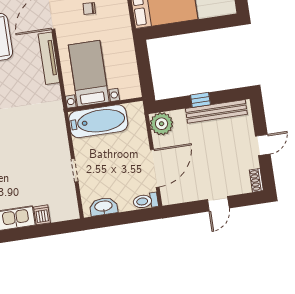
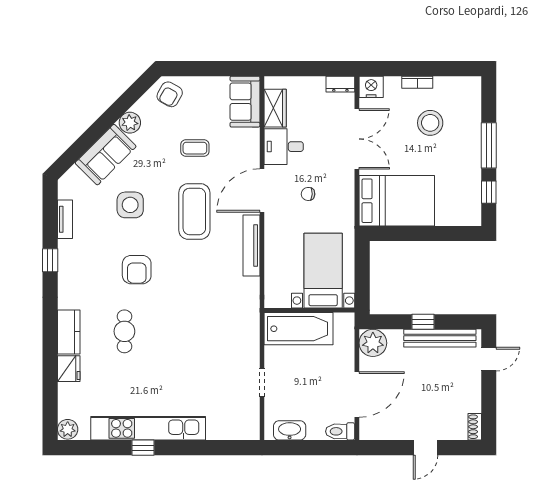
bed with nightstands: (89, 73) -> (323, 271), moved
door: (263, 145) -> (489, 359), moved
dishwasher: (42, 215) -> (215, 429), removed

